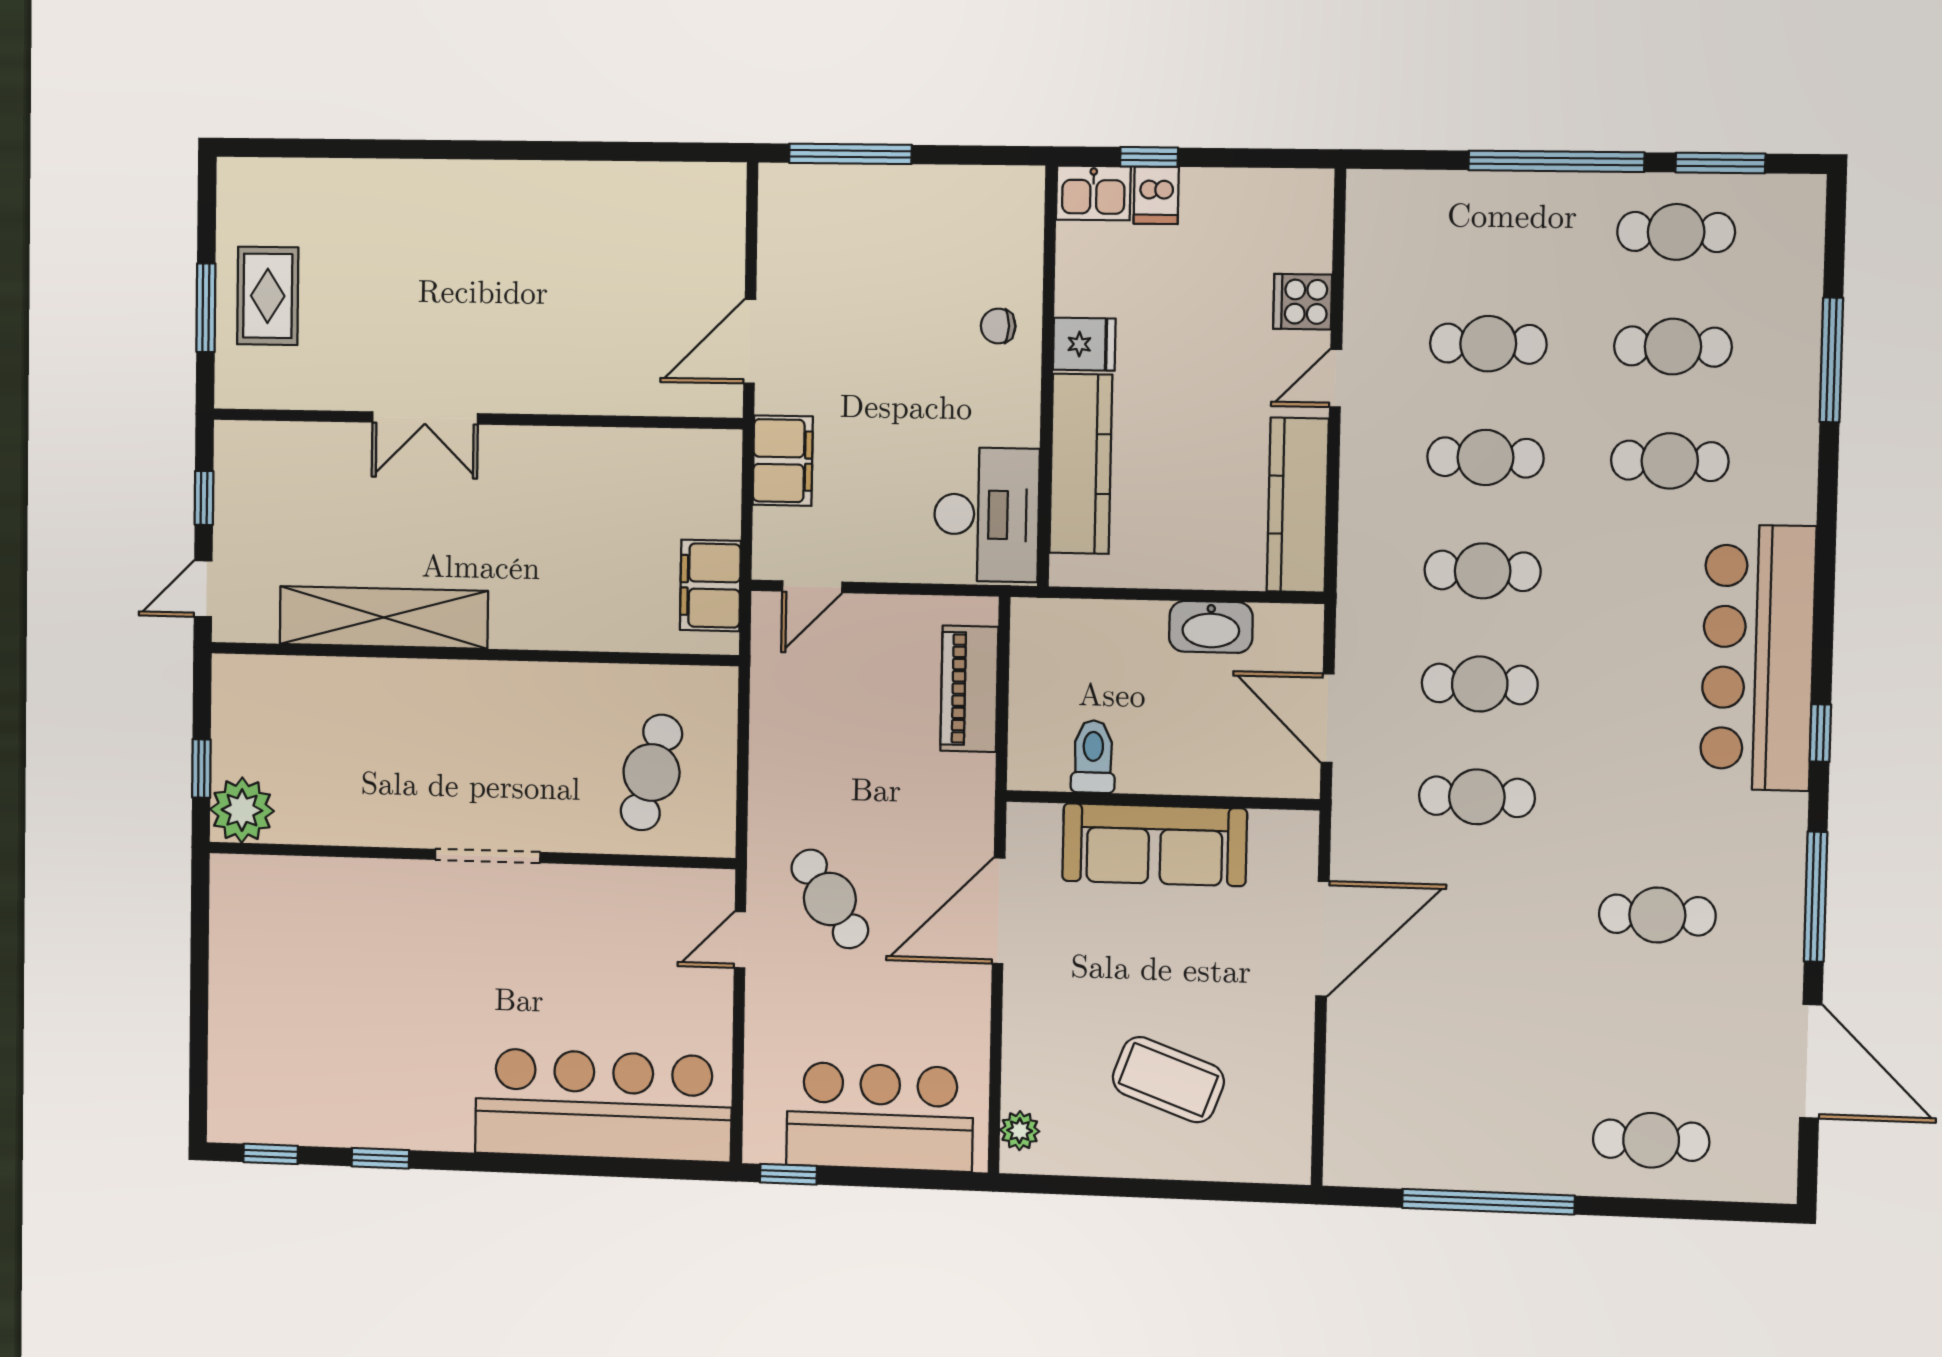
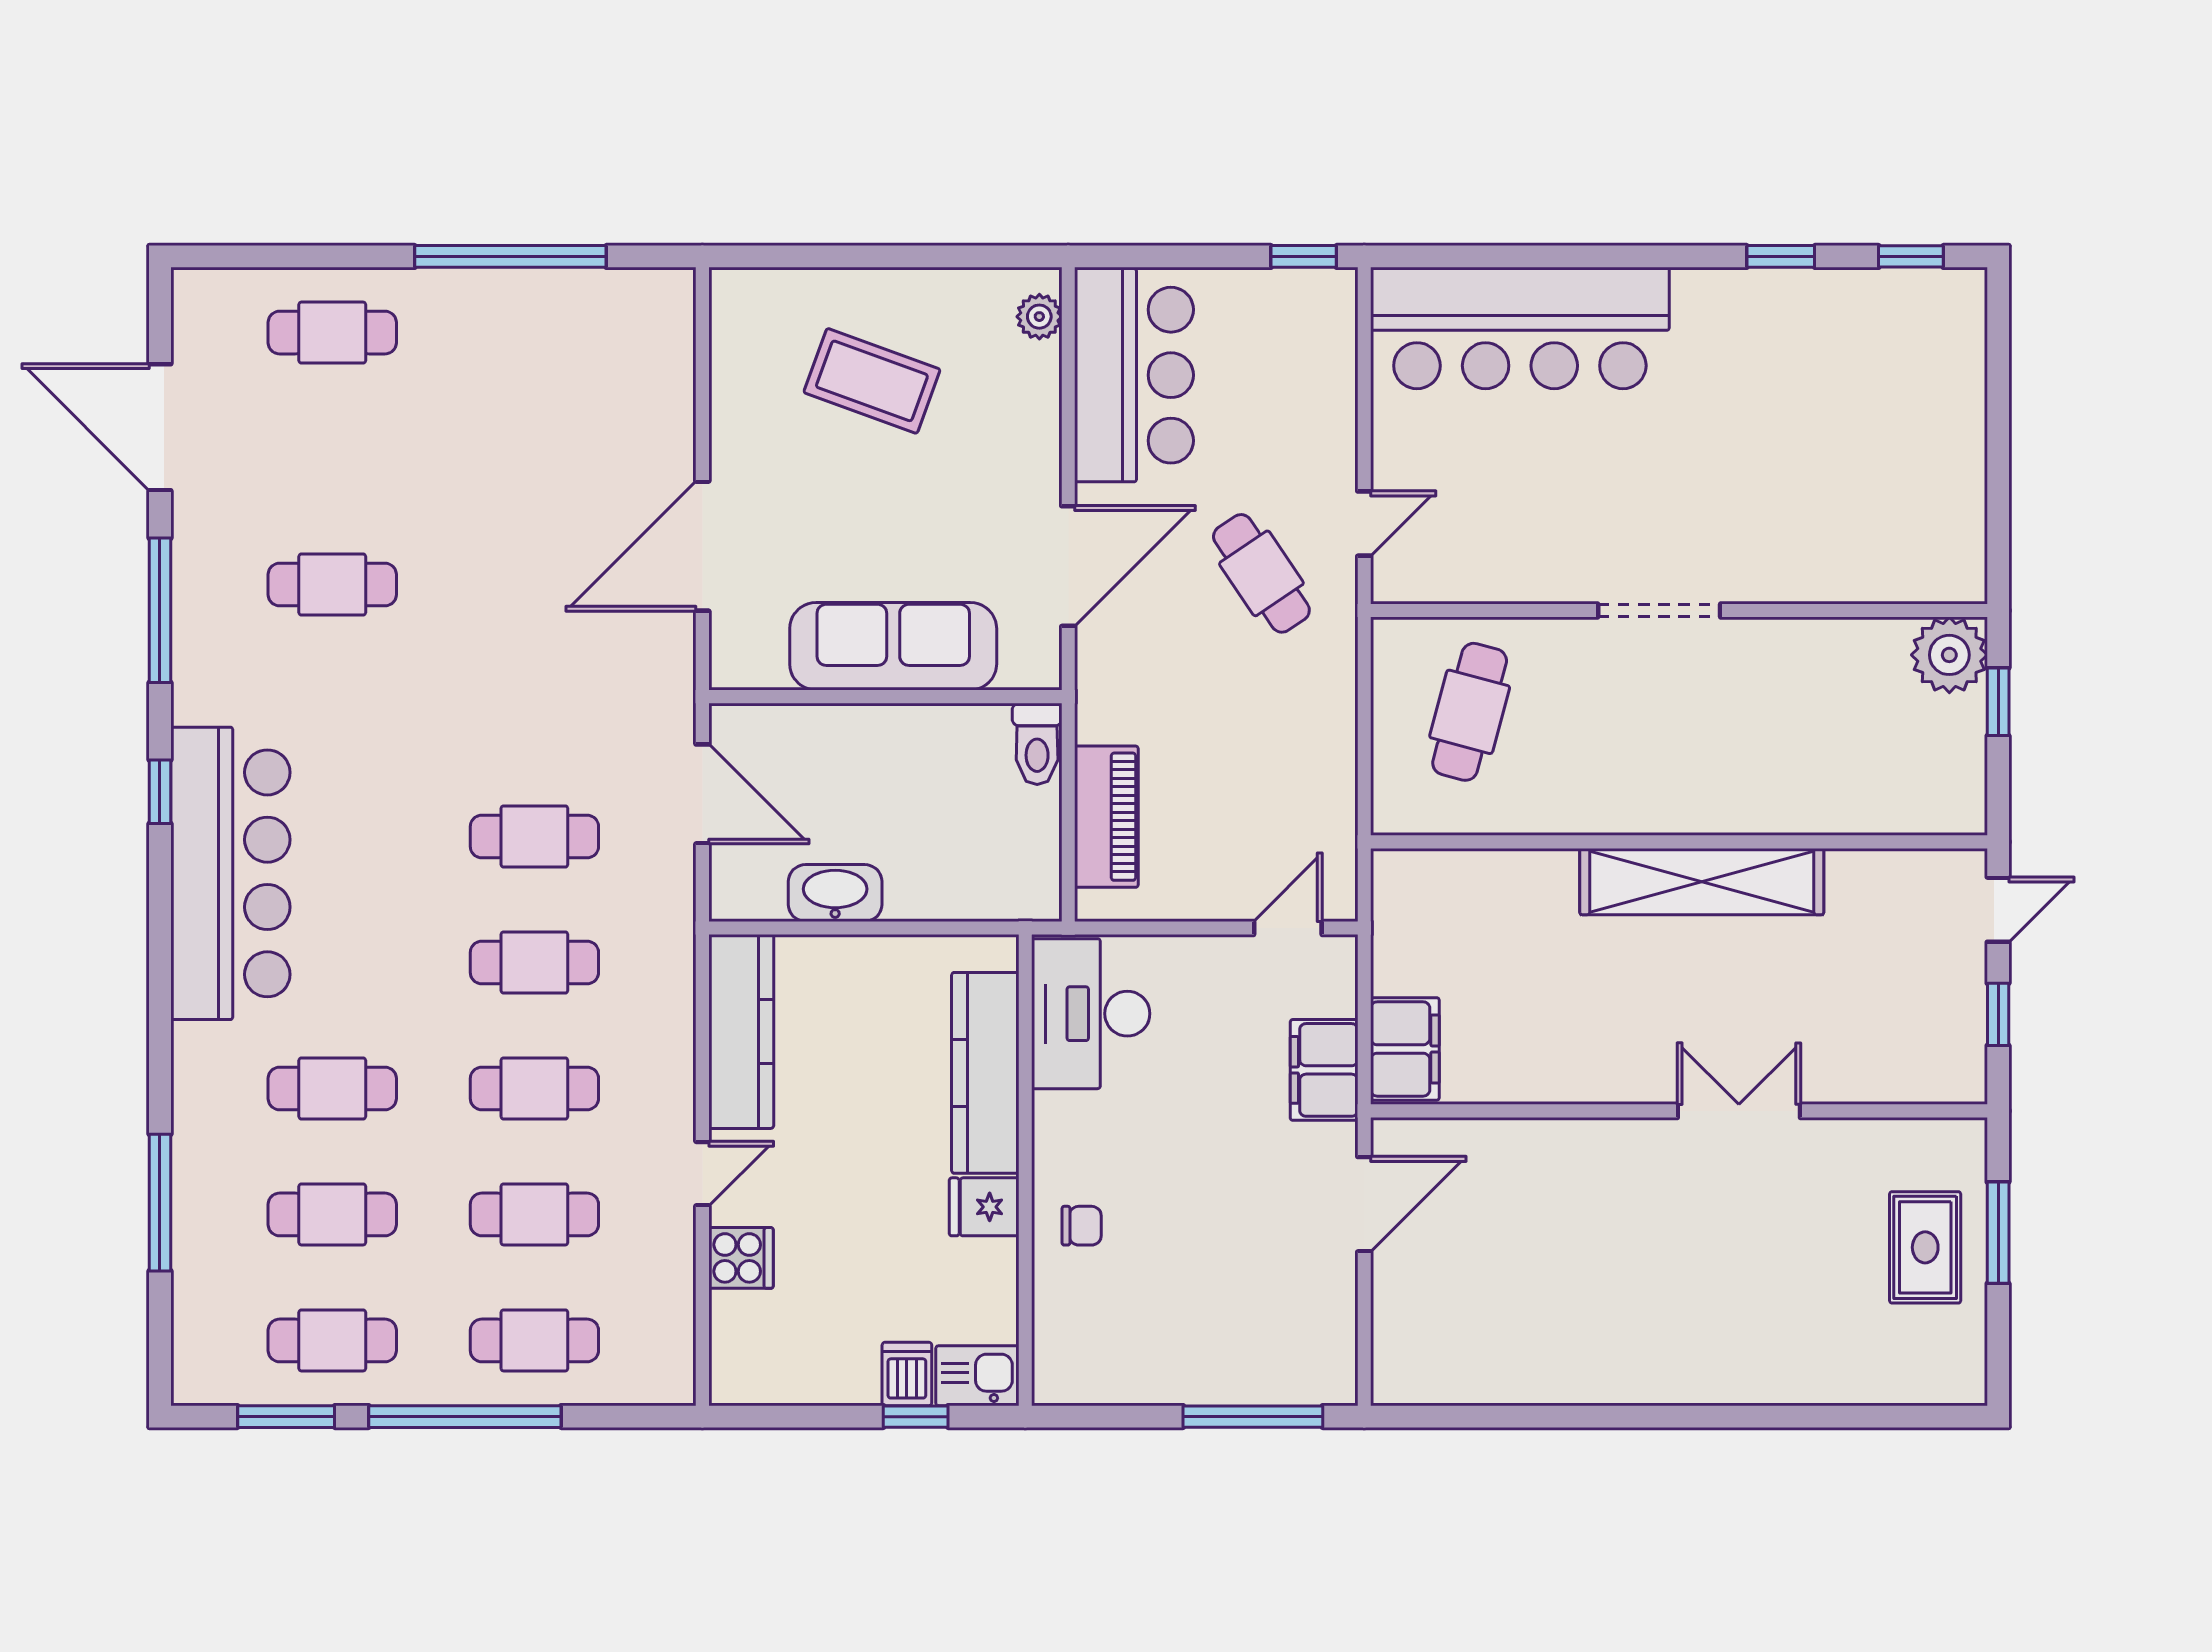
filing cabinet: (710, 585) -> (1405, 1049), moved
shelving: (384, 617) -> (1702, 882), moved
toilet: (1093, 757) -> (1037, 744), moved
cafe table: (1477, 797) -> (534, 1340), moved
bar counter: (880, 1117) -> (1134, 375), moved, turned -90

